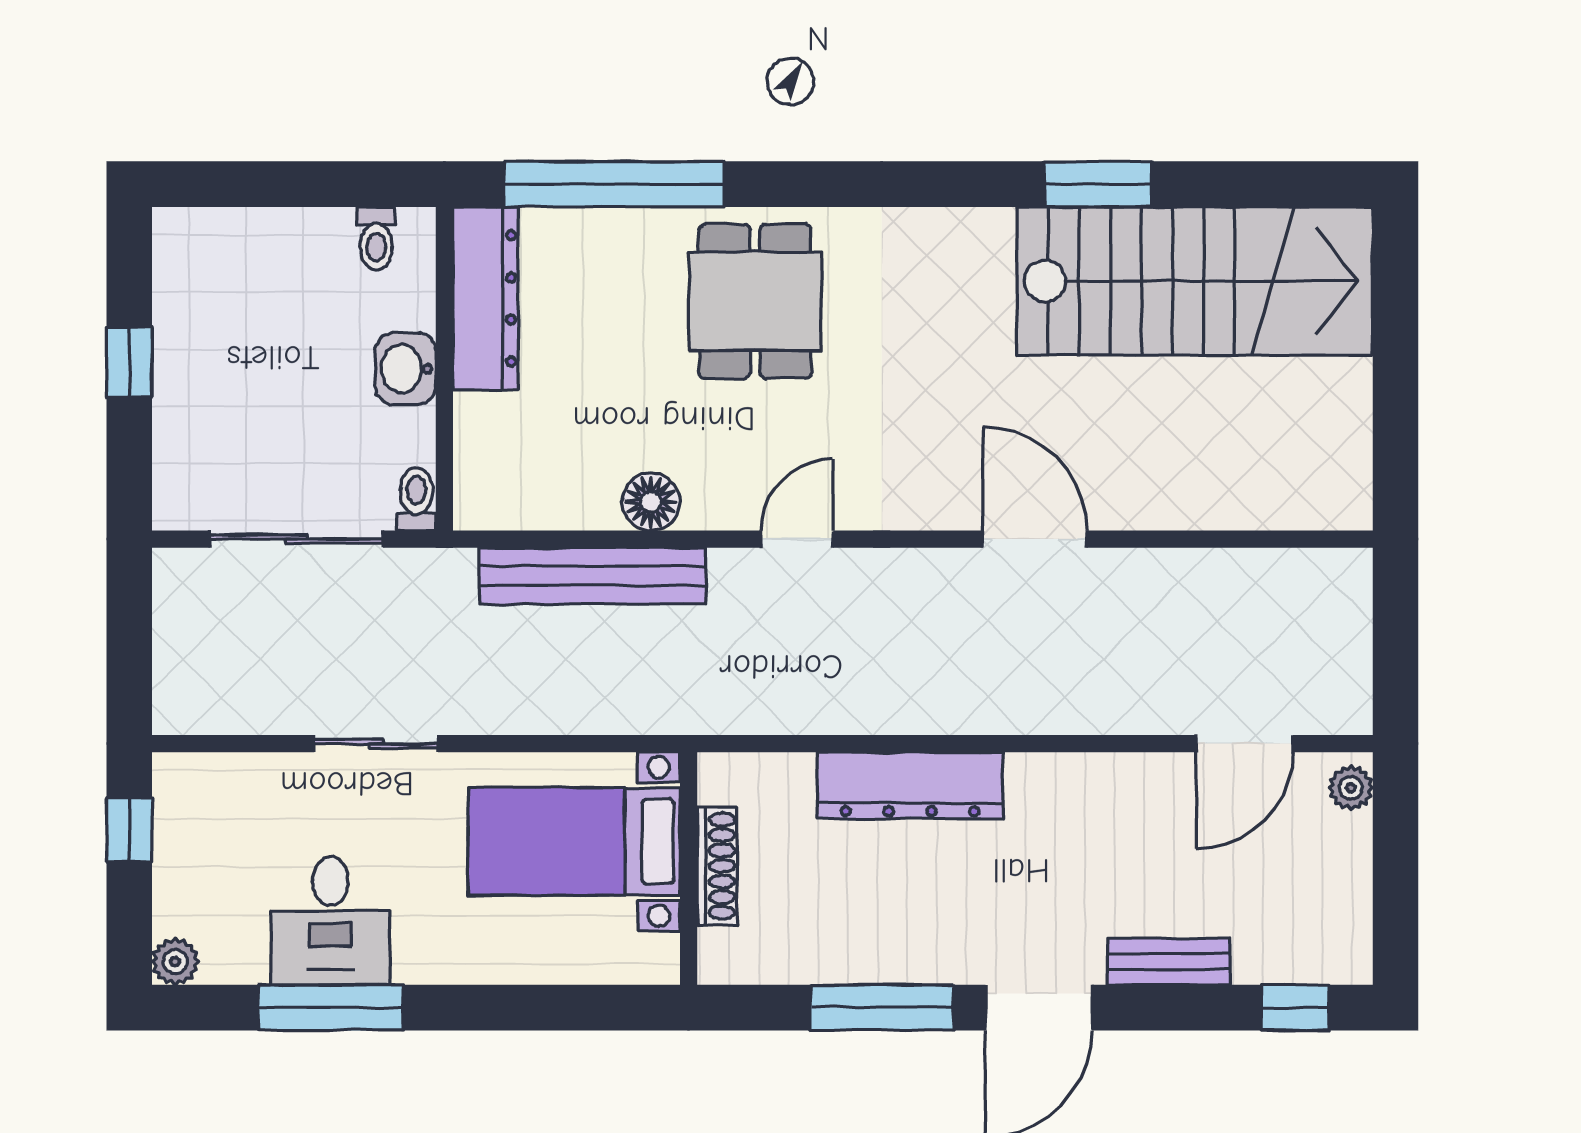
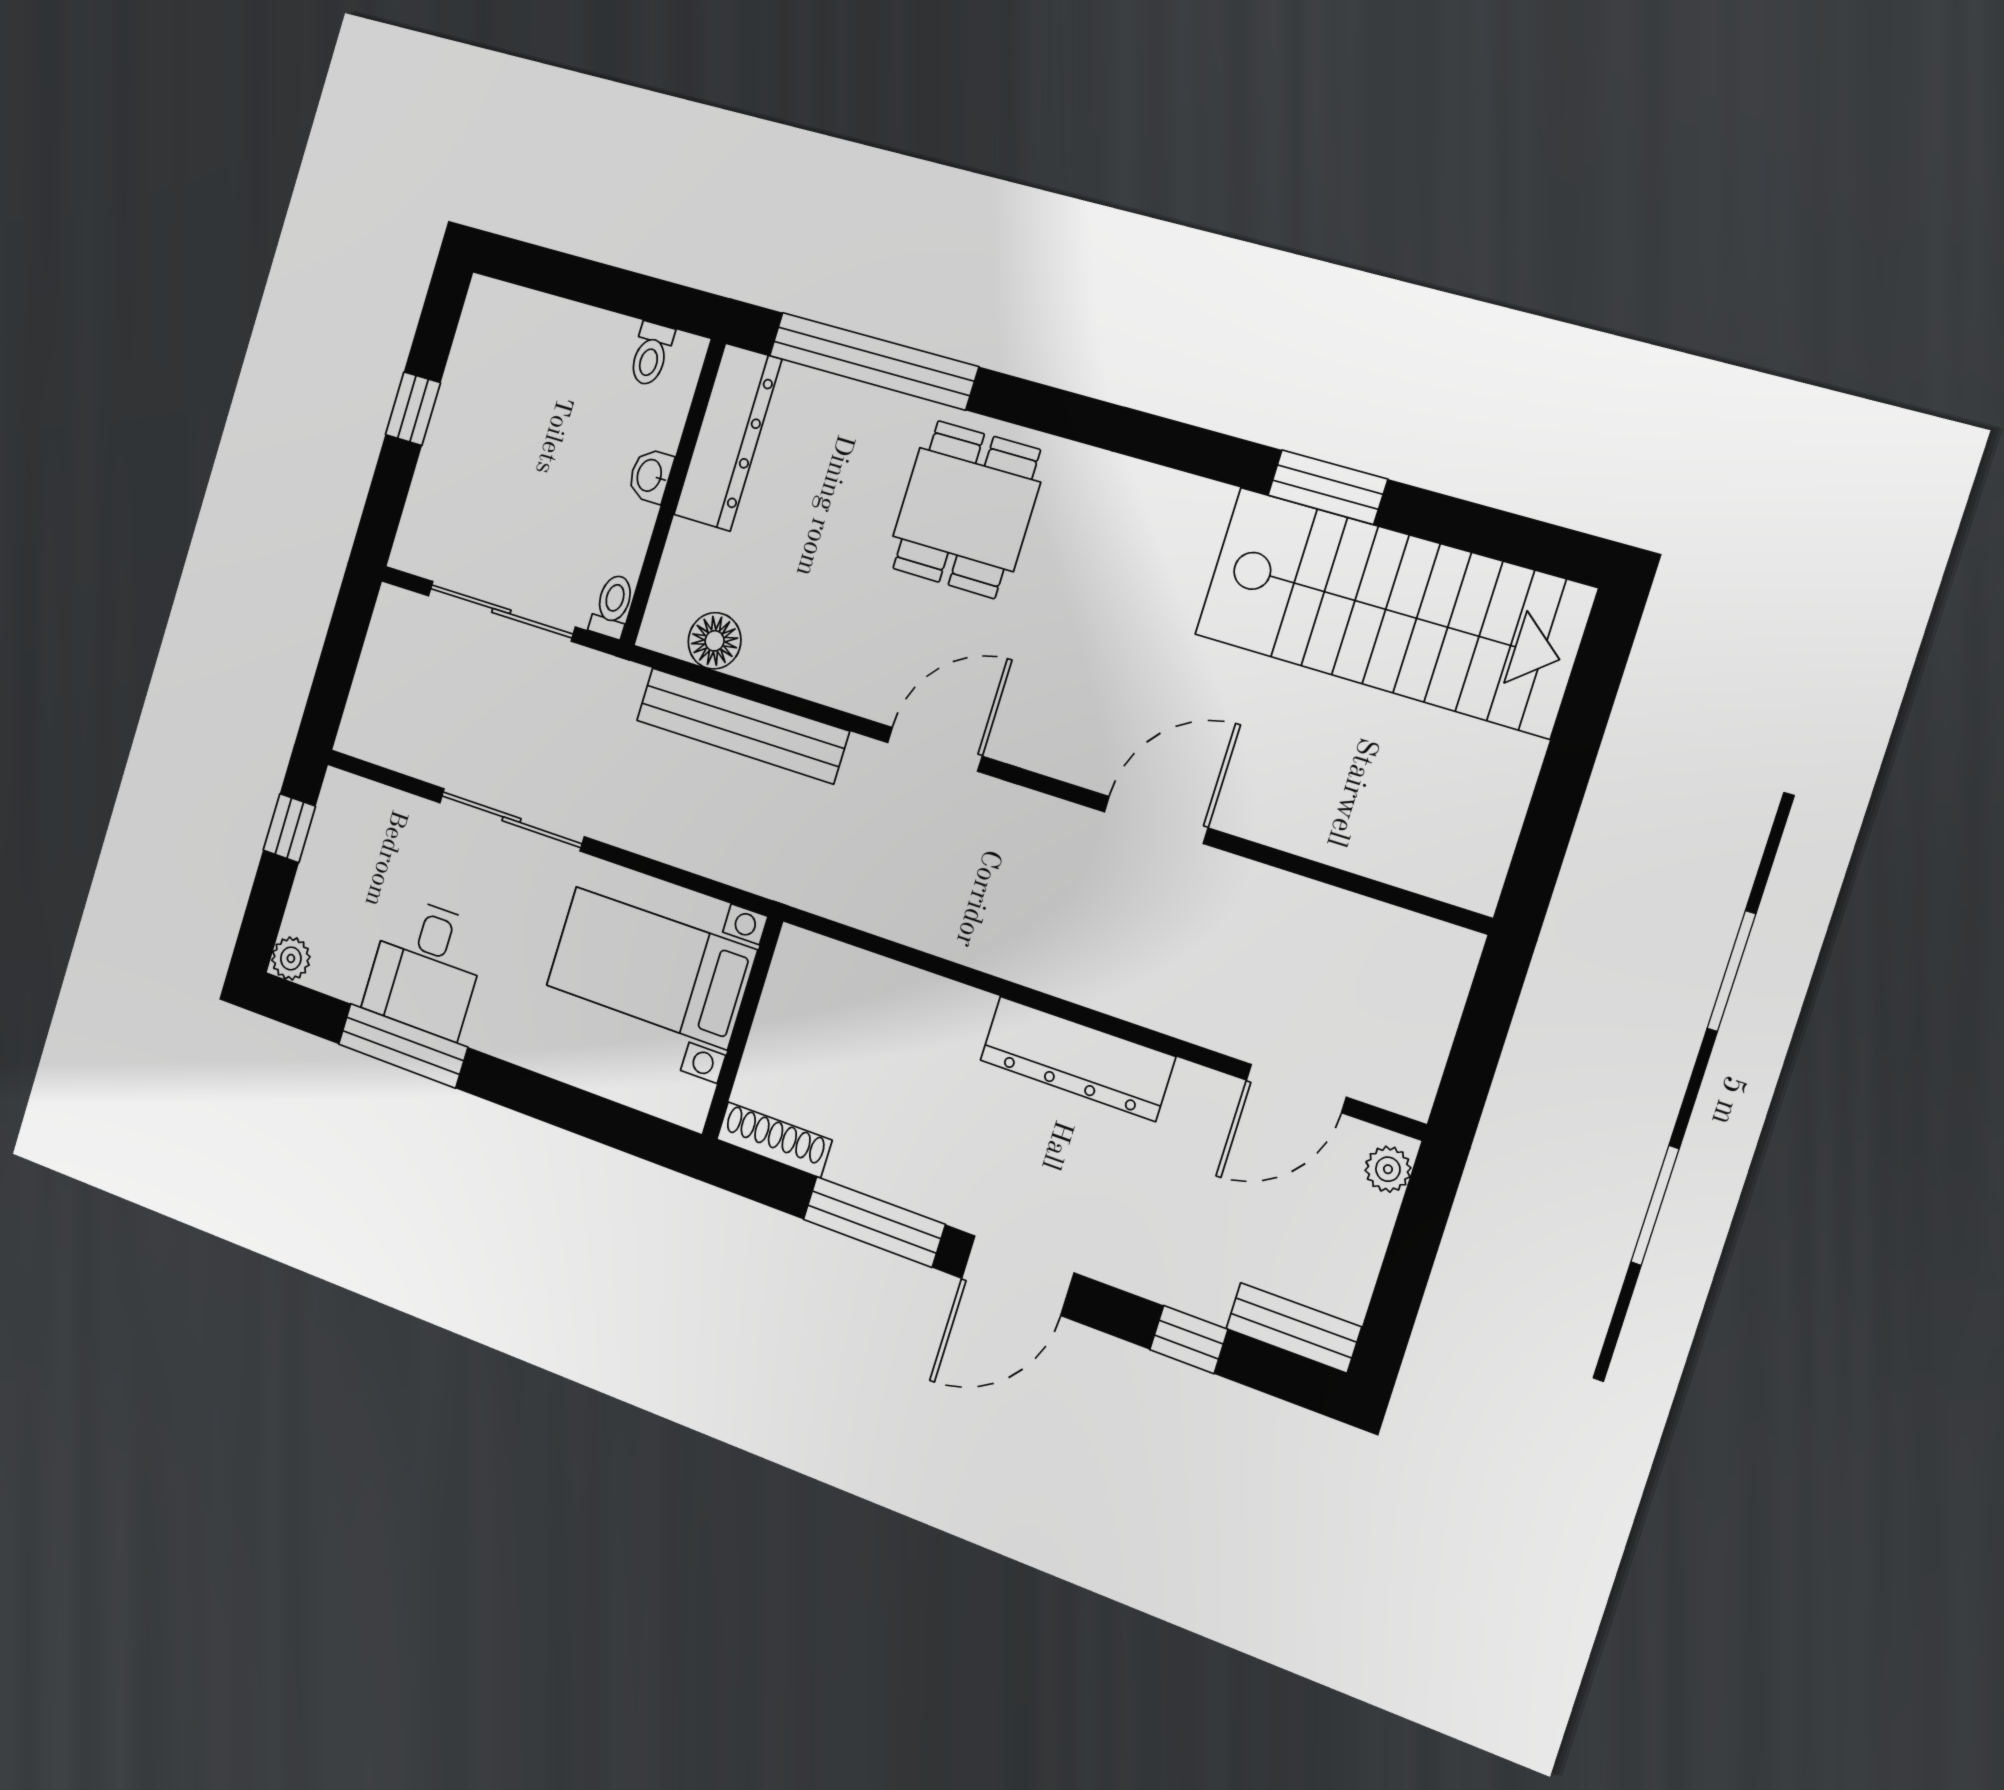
washbasin: (406, 369) -> (650, 476), width x0.72, depth x0.69
floor lamp: (651, 502) -> (715, 641), moved
door: (797, 539) -> (935, 749), width x1.38
door: (1035, 539) -> (1156, 820), hinge flipped
sliding door: (376, 744) -> (511, 820), width x1.37
dresser: (910, 785) -> (1077, 1058), moved
shoe rack: (717, 866) -> (774, 1140), moved, turned -90
bench: (1169, 961) -> (1294, 1328), moved
window: (1295, 1008) -> (1189, 1340), moved

